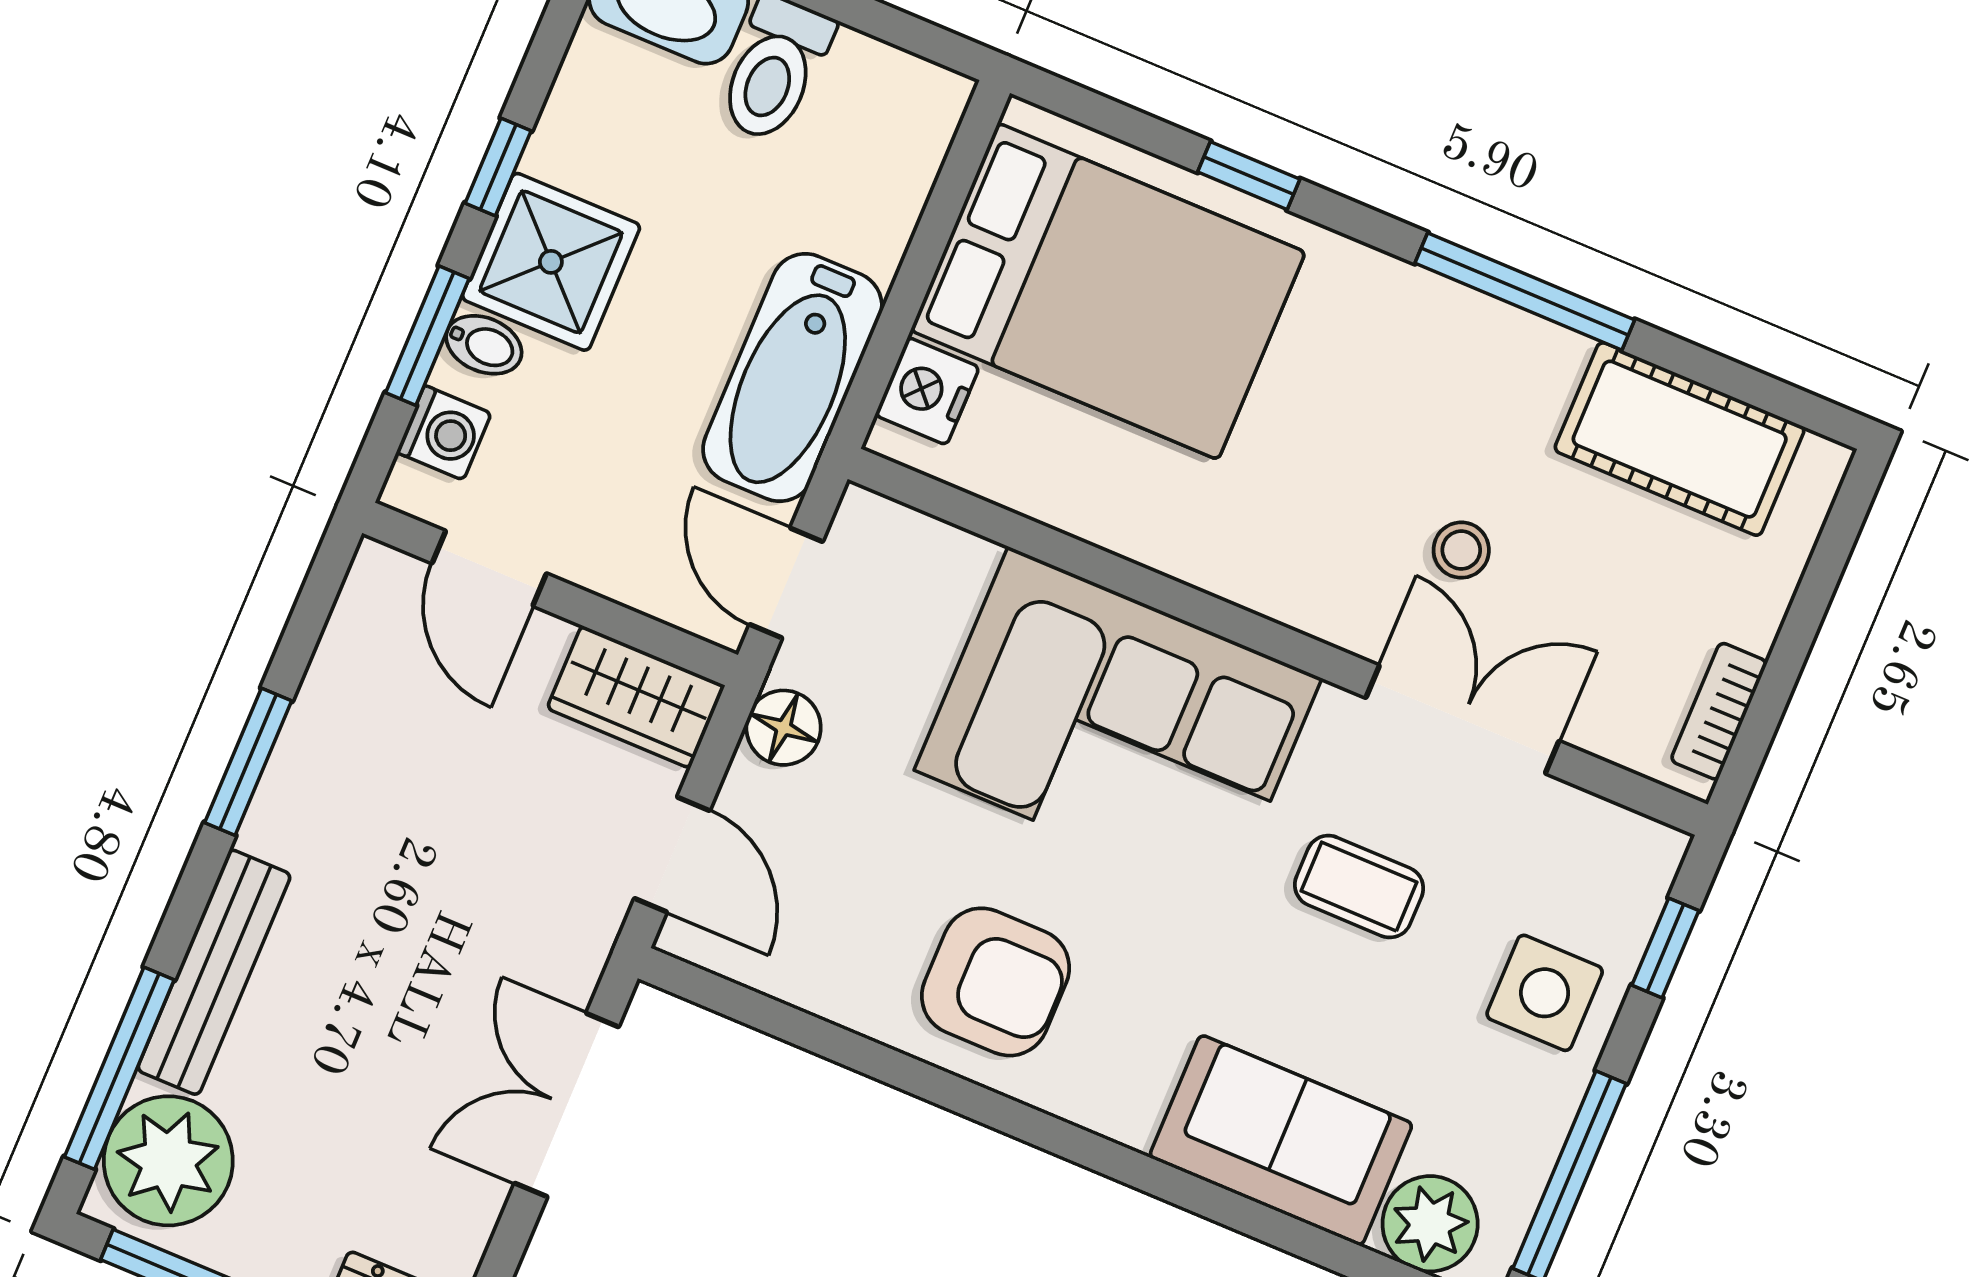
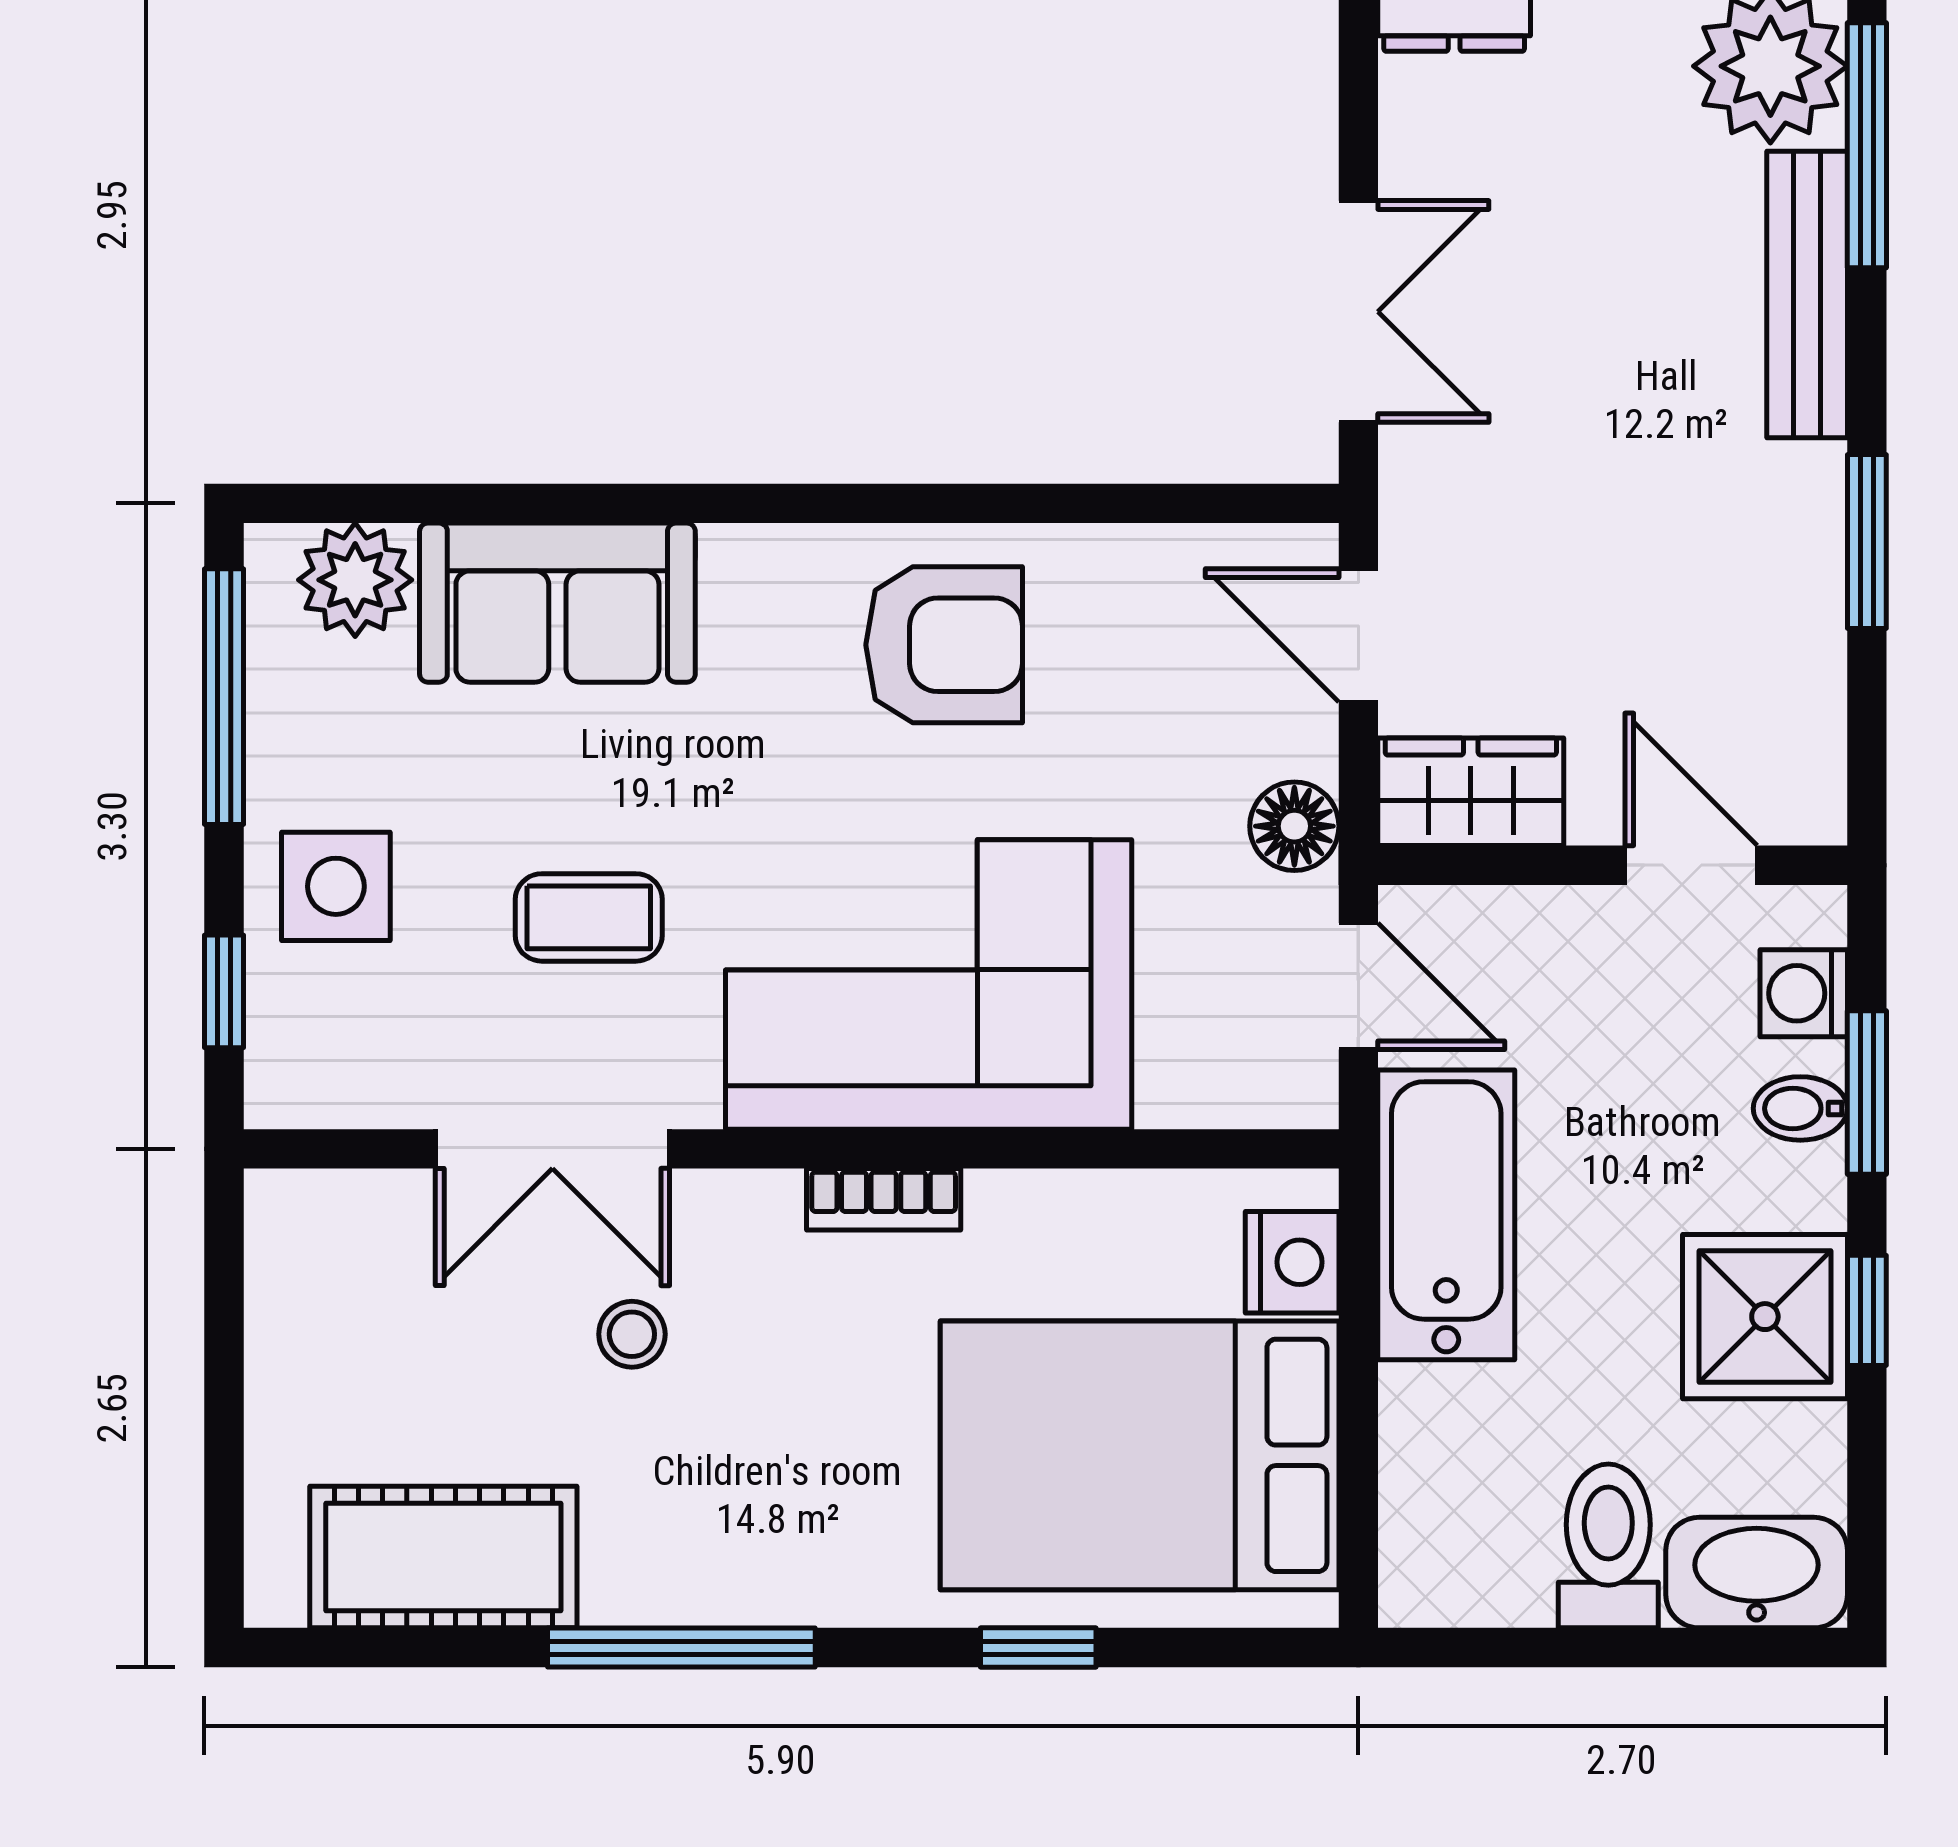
shower: (551, 262) -> (1765, 1317), moved
bookcase: (1719, 711) -> (884, 1199), moved, turned 90
armchair: (995, 982) -> (944, 645), turned 180

